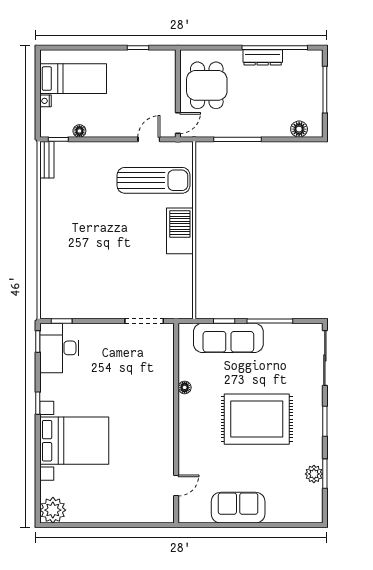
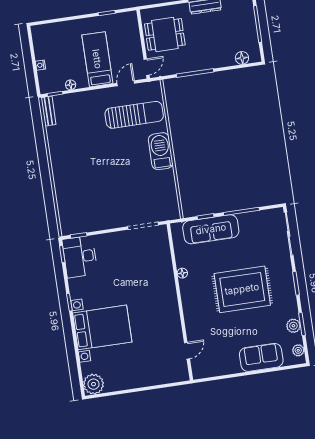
bed: (73, 79) -> (97, 59), moved, turned -90
dining table: (207, 85) -> (165, 34), turned 90
plant: (315, 506) -> (298, 350), added
sofa: (238, 508) -> (261, 357), moved

